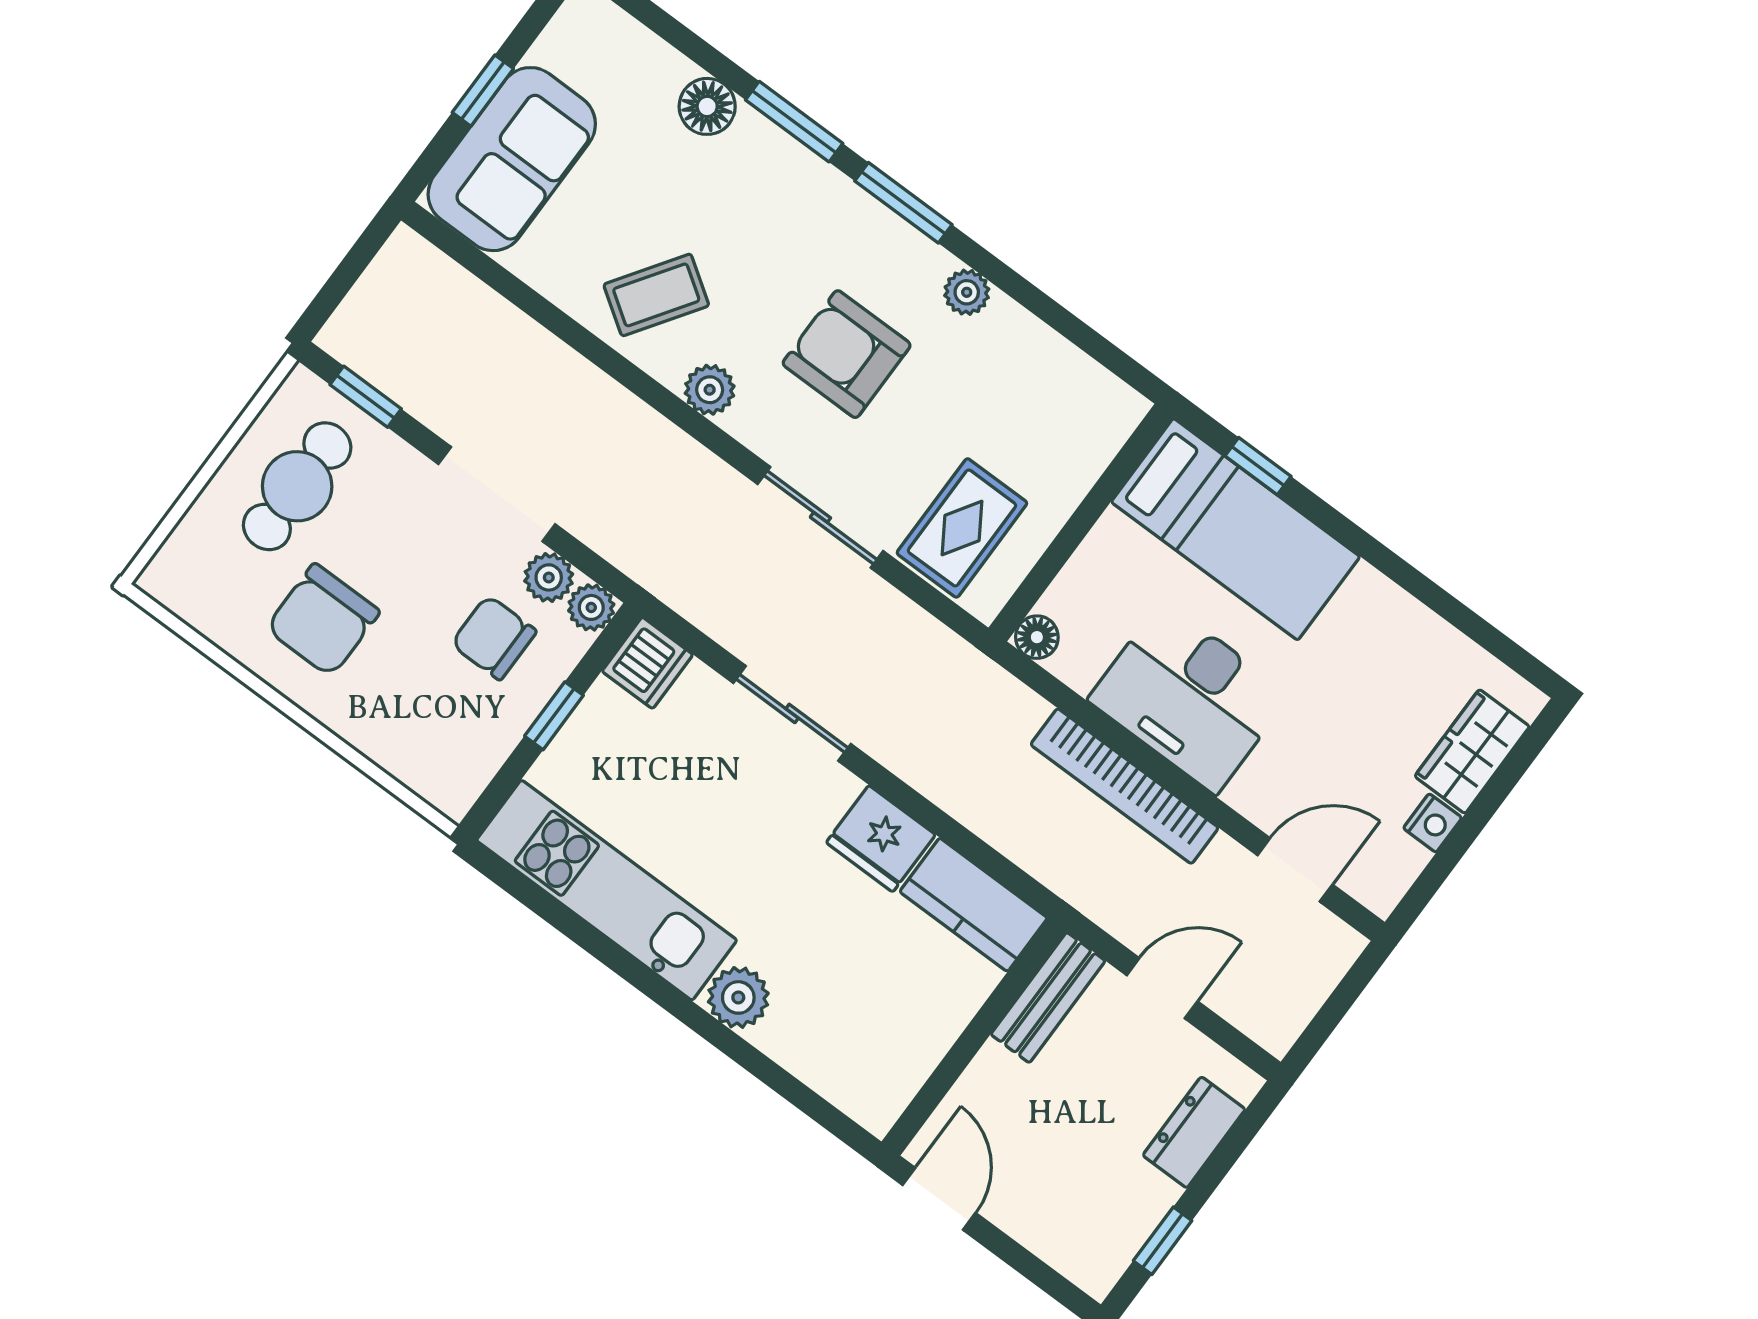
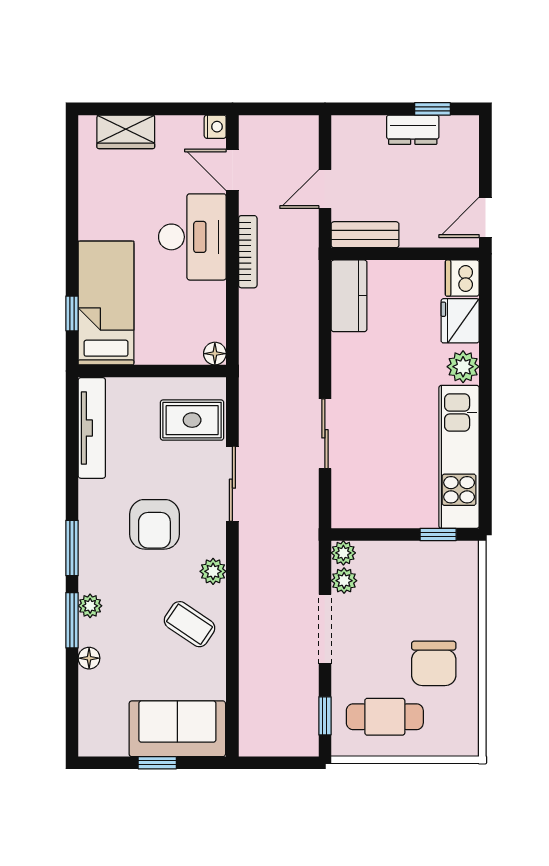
floor lamp: (707, 106) -> (89, 658), width x0.73, depth x0.73
plant: (967, 292) -> (90, 606), moved
tv unit: (1063, 367) -> (92, 428), added
chair: (323, 620) -> (434, 663), turned 90
chair: (494, 638) -> (387, 585), removed
dishwasher: (647, 663) -> (462, 278), moved, turned -90
desk: (1189, 697) -> (192, 237), moved
window: (554, 716) -> (438, 535), moved
bookcase: (1124, 786) -> (248, 252), width x0.68, depth x0.76
nightstand: (1433, 823) -> (215, 127), moved, turned 90
fridge: (881, 839) -> (460, 321), moved, turned 180
door: (1162, 988) -> (325, 189), hinge flipped
dresser: (1194, 1132) -> (413, 130), moved

